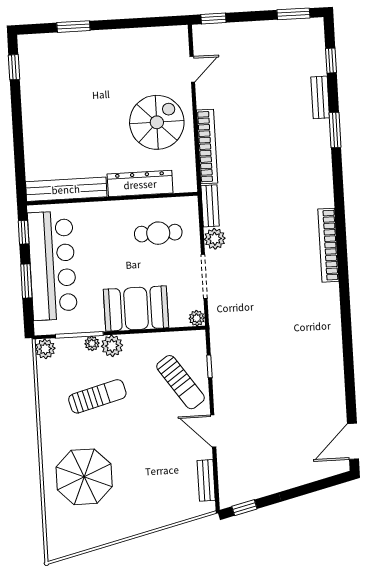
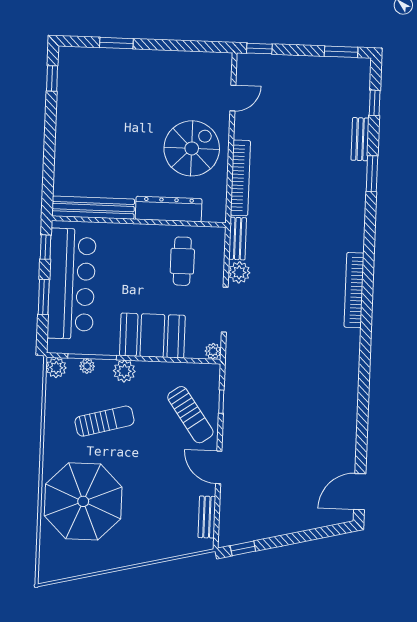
cafe table: (158, 233) -> (182, 261), turned 90
plant: (92, 343) -> (87, 366), moved
parasol: (84, 477) -> (83, 501), width x1.36, depth x1.36

